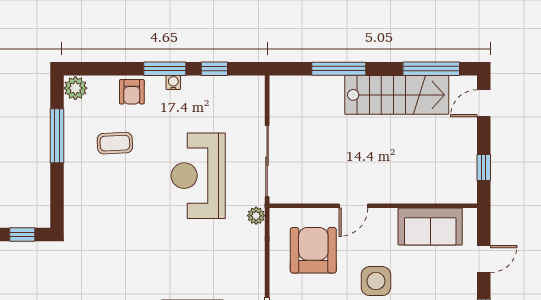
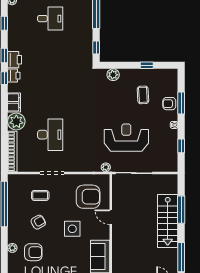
window: (165, 69) -> (181, 103), moved
plant: (75, 88) -> (113, 75), moved
stairs: (397, 95) -> (168, 221), moved
window: (57, 136) -> (147, 65), width x0.46

